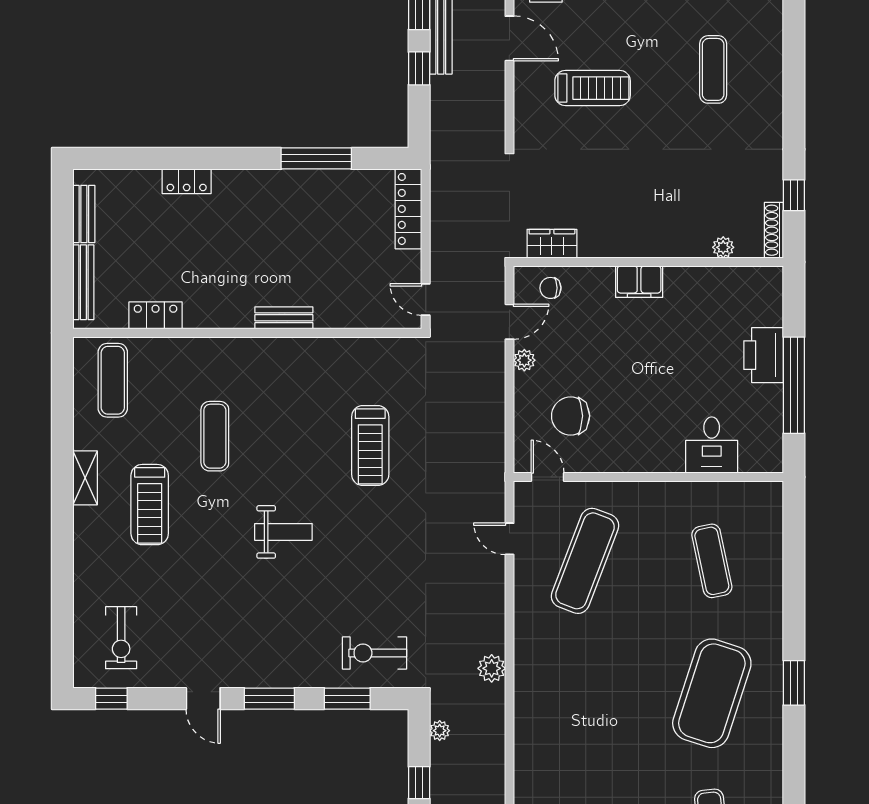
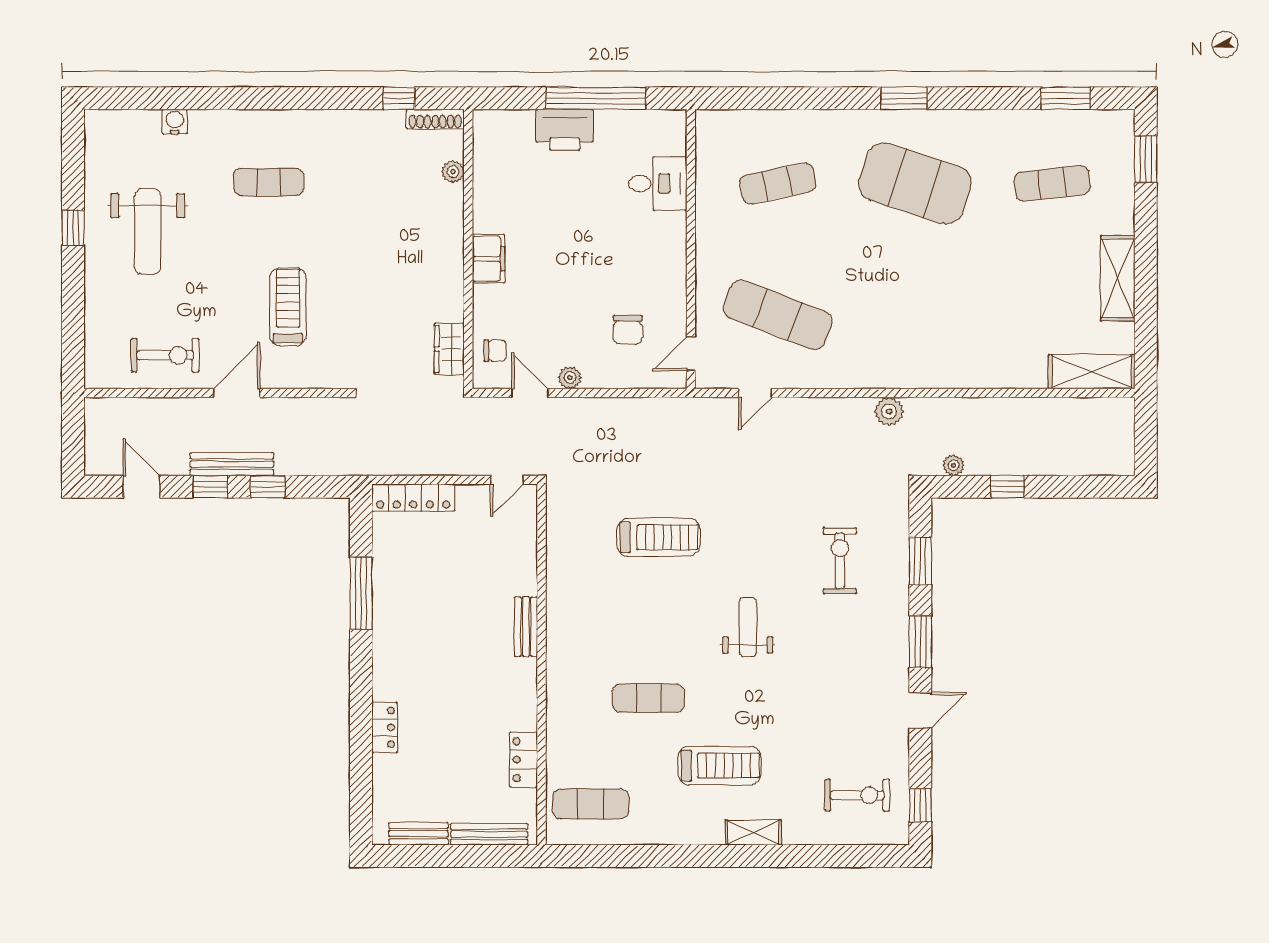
chair: (550, 288) -> (495, 351), turned -90
chair: (571, 416) -> (628, 330), width x0.73, depth x0.73
shelving: (85, 478) -> (753, 833), moved
exercise bike: (374, 653) -> (840, 561), moved, turned 180

